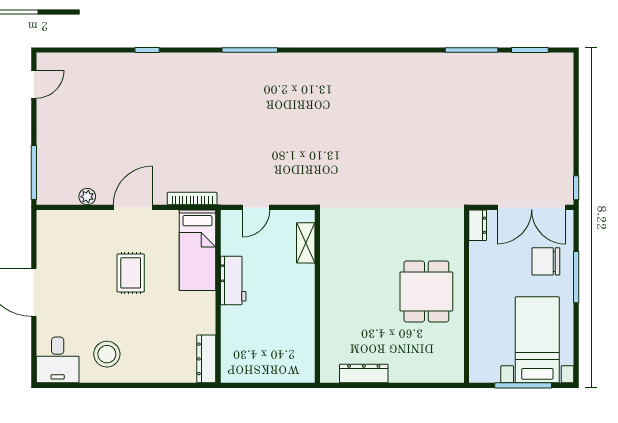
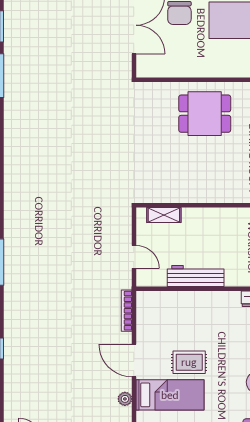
dresser: (478, 225) -> (149, 70), removed
bed: (197, 250) -> (170, 395), moved
workbench: (233, 281) -> (196, 276), width x1.38

